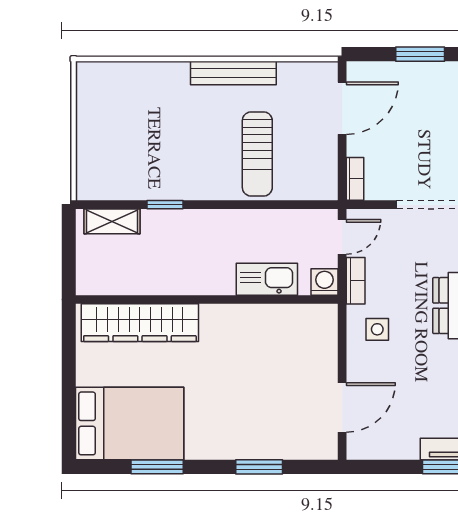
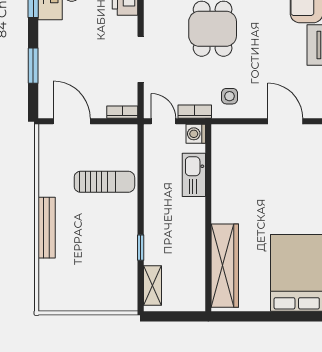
bench: (233, 73) -> (47, 228), moved

